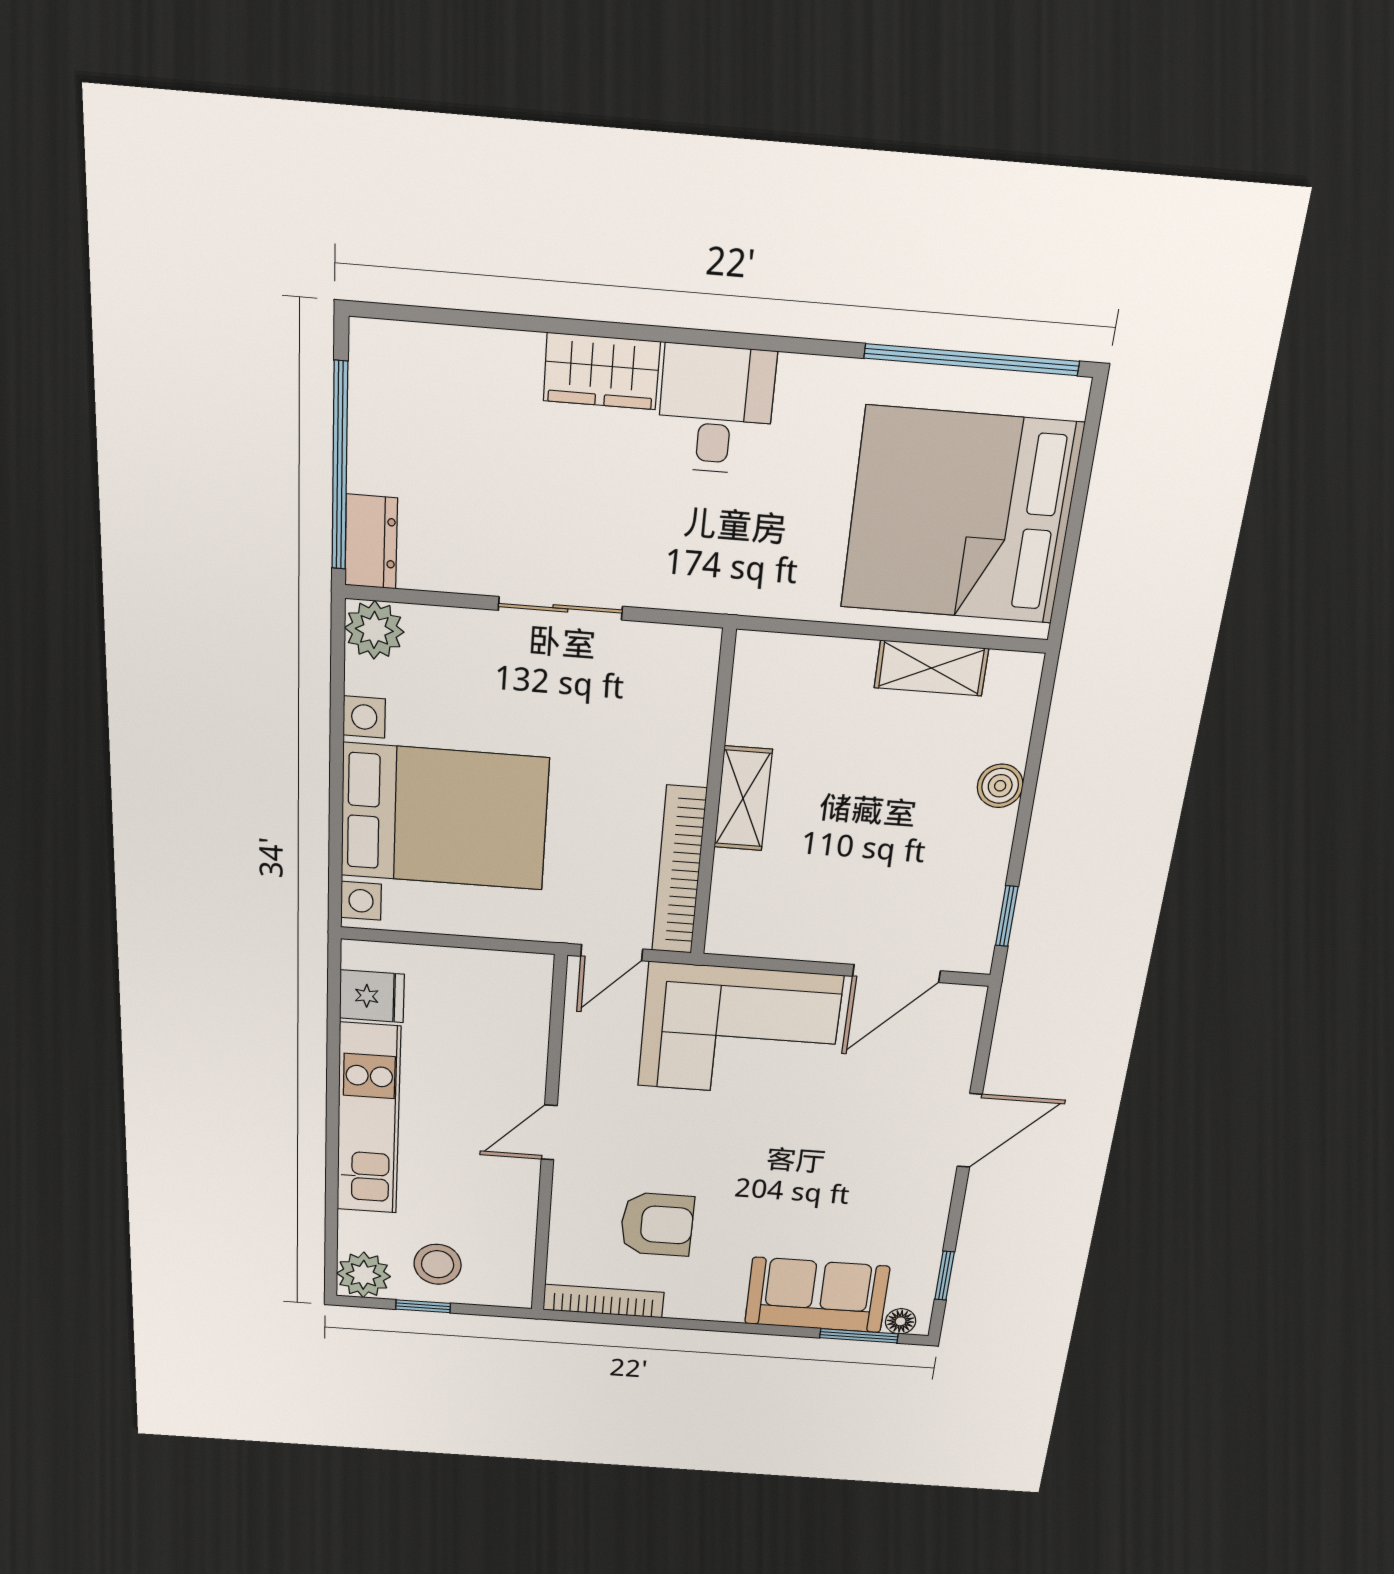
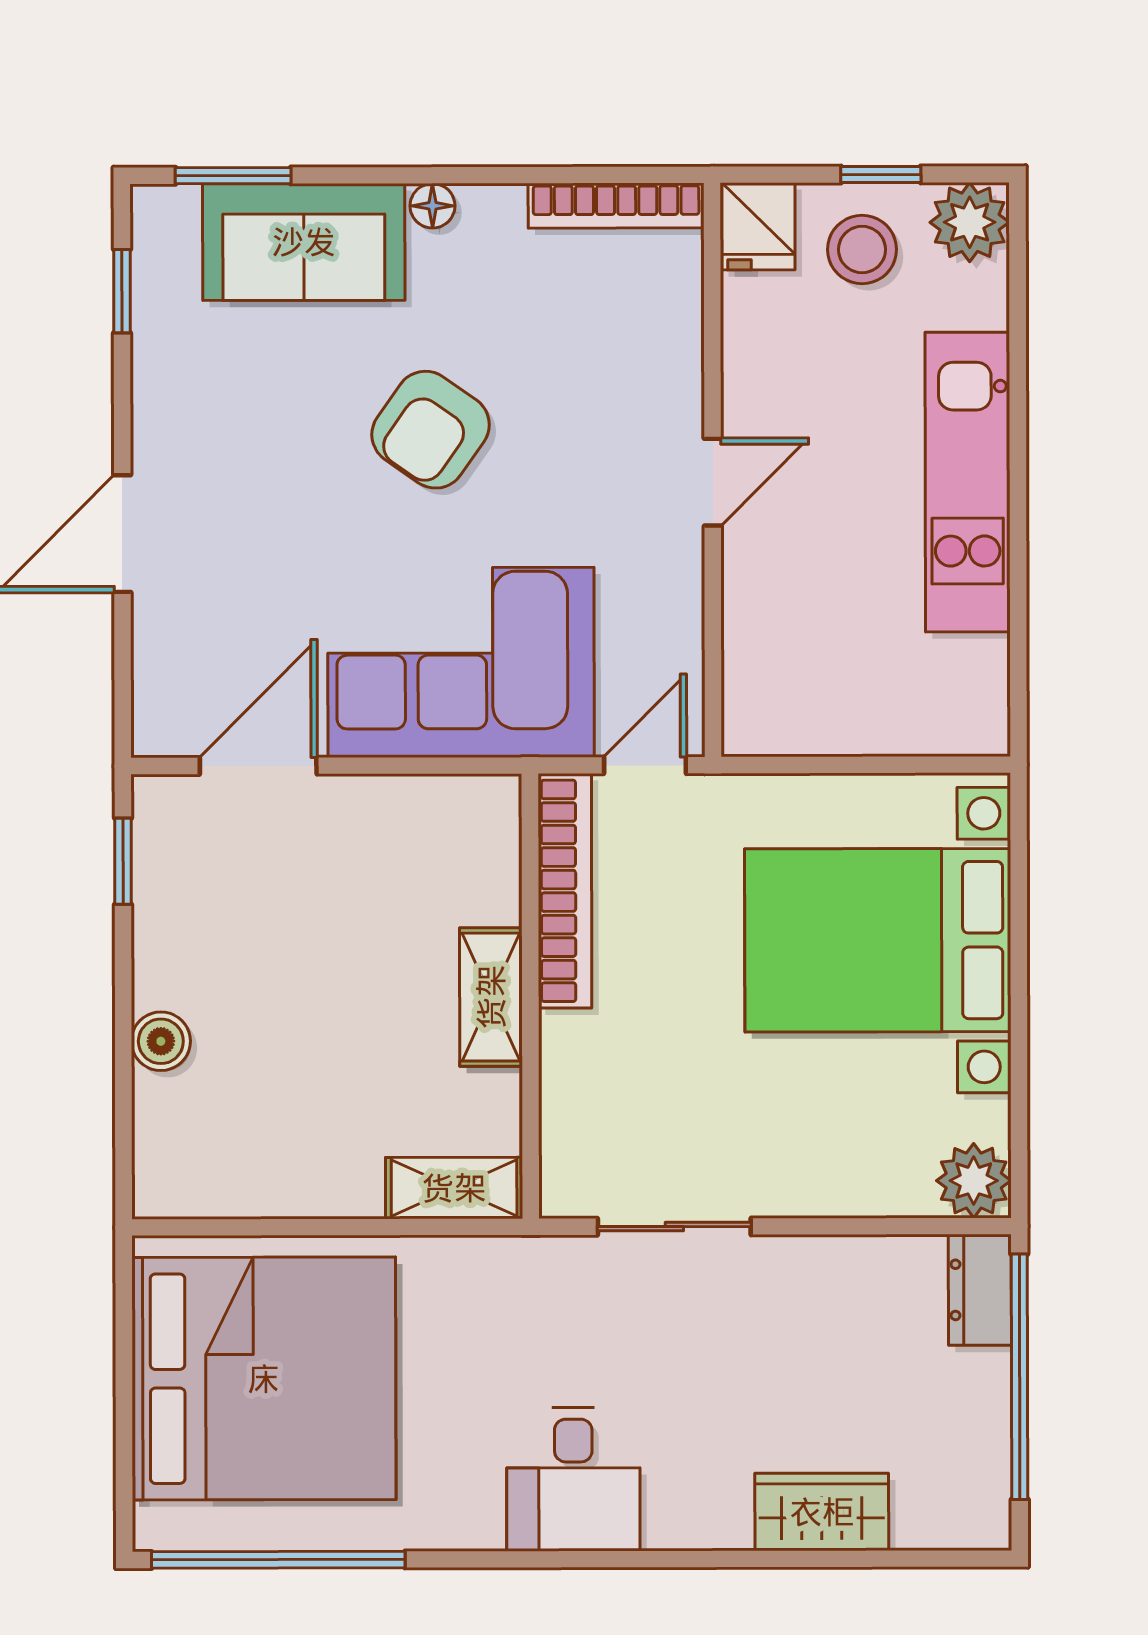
wardrobe: (602, 371) -> (822, 1512), moved
sliding door: (560, 608) -> (674, 1227), moved
shelving: (931, 668) -> (454, 1188), moved
fridge: (372, 996) -> (758, 226), moved, turned -90
armchair: (657, 1224) -> (431, 430), moved, turned -55
floor lamp: (901, 1321) -> (432, 206), moved

